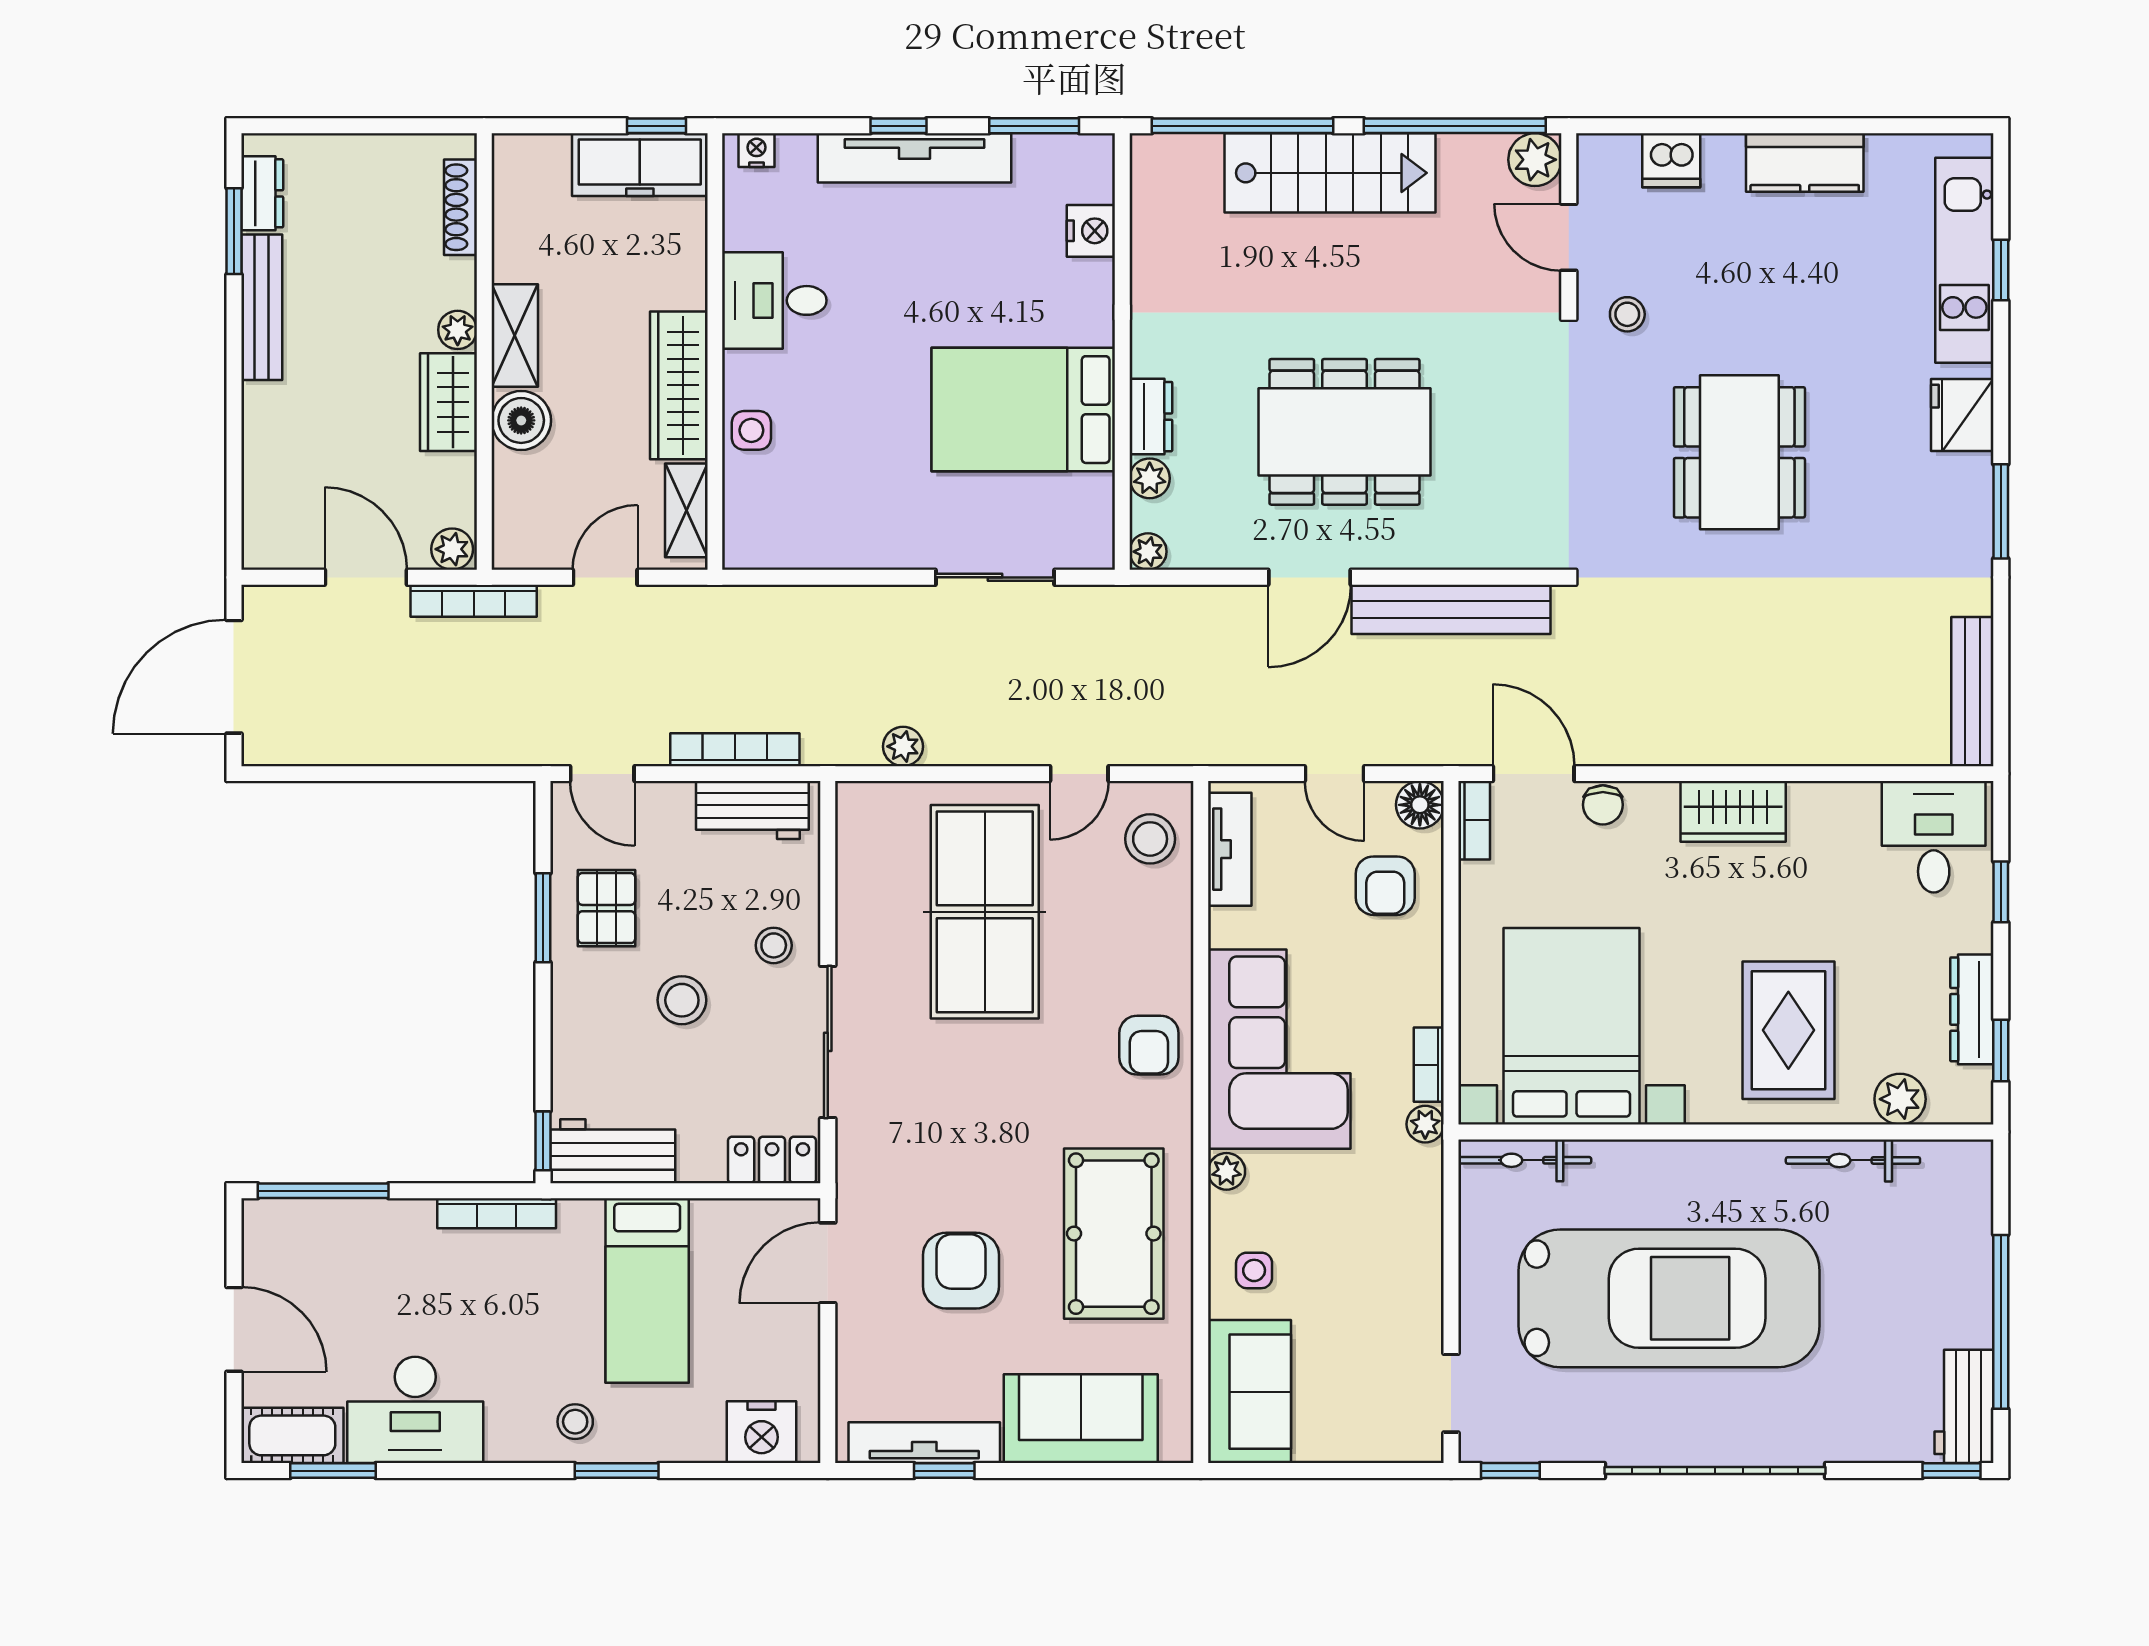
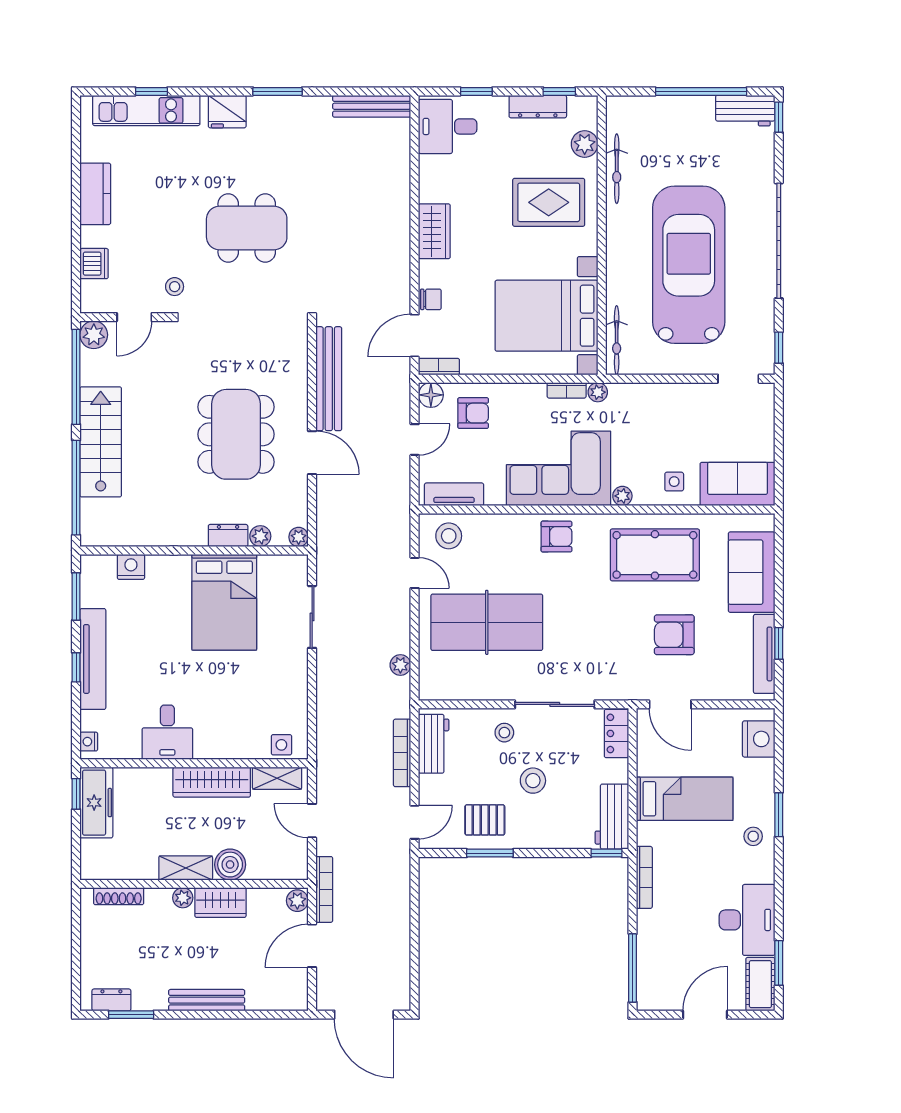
bench: (262, 307) -> (207, 1000), moved
side table: (751, 430) -> (281, 745), moved

